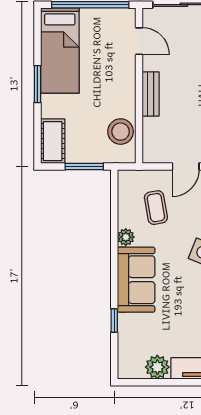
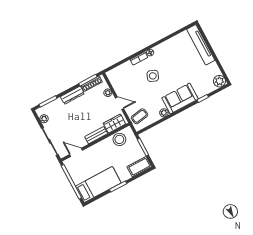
door: (139, 41) -> (76, 152), hinge flipped
wardrobe: (154, 138) -> (114, 124), added
coffee table: (156, 208) -> (140, 116), moved
plant: (157, 367) -> (219, 81), moved

